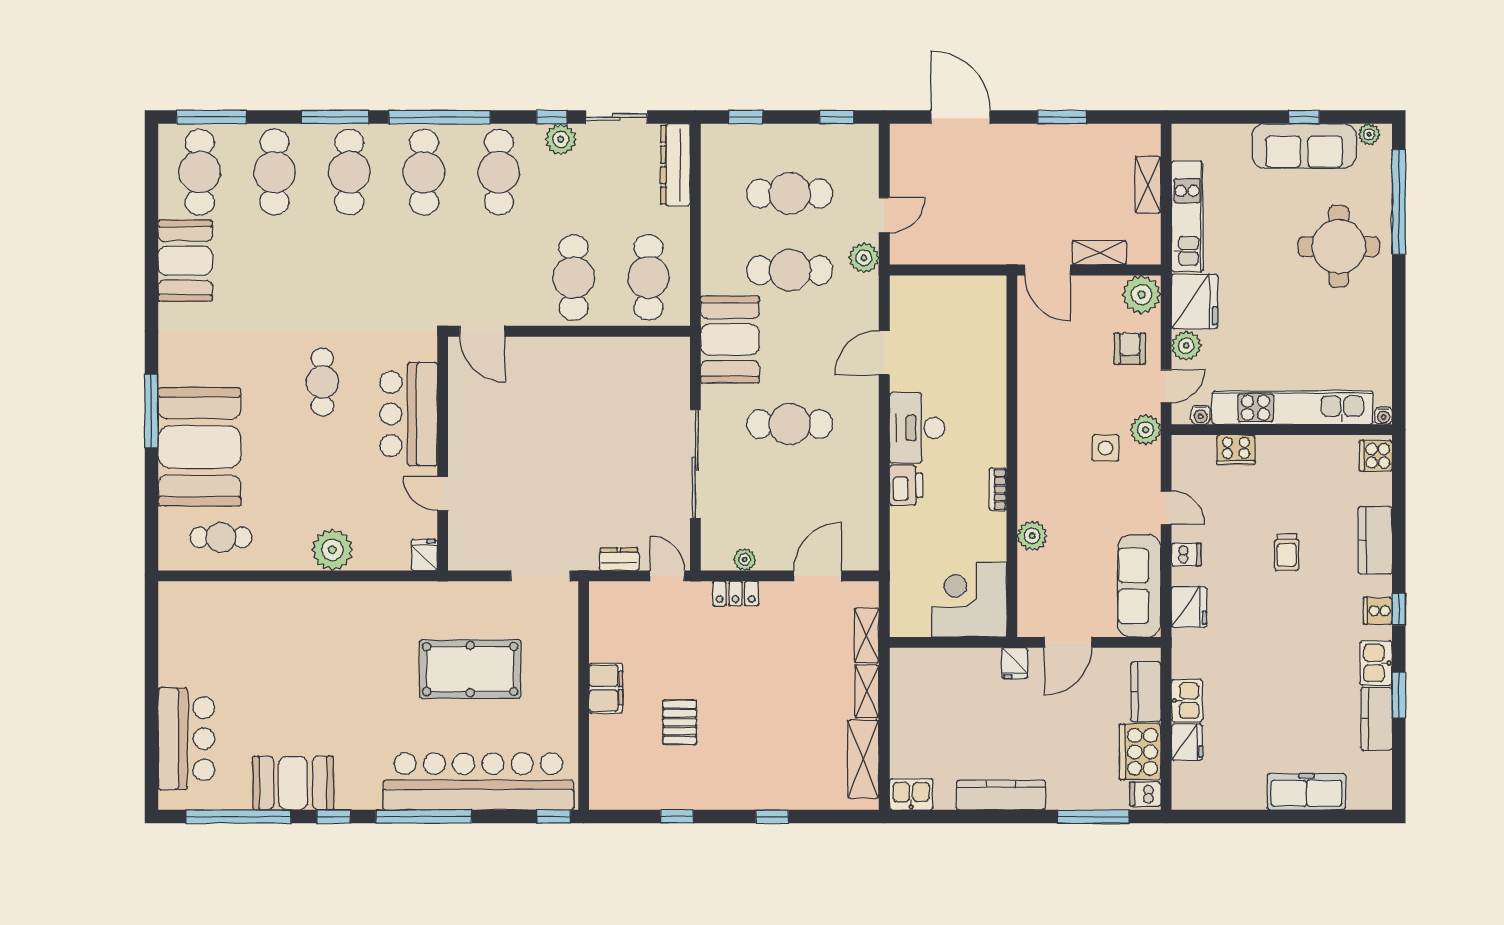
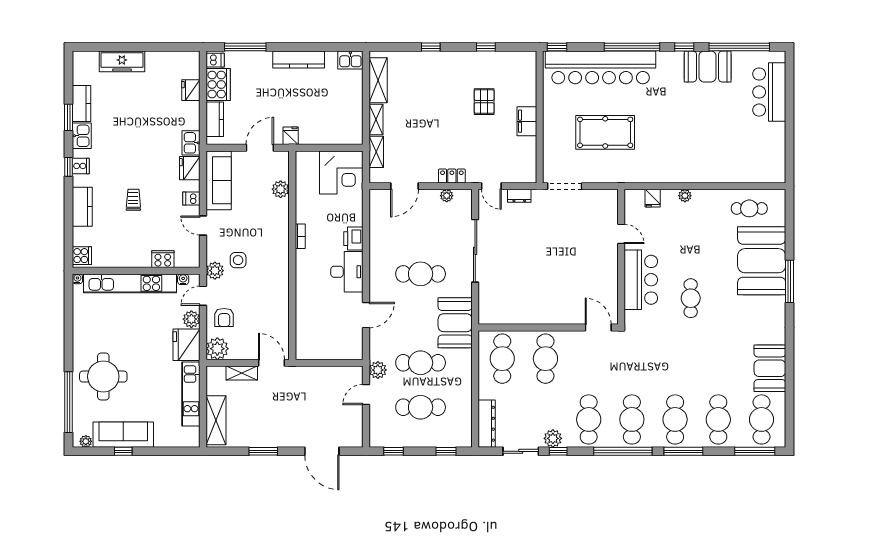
shelving: (1148, 185) -> (216, 420), width x1.50, depth x1.33
plant: (1032, 536) -> (281, 189), moved
plant: (332, 550) -> (685, 196), width x0.53, depth x0.53
fridge: (424, 555) -> (653, 198), moved
corner desk: (969, 600) -> (341, 173), moved
kitchen sink: (1187, 701) -> (191, 143), moved

